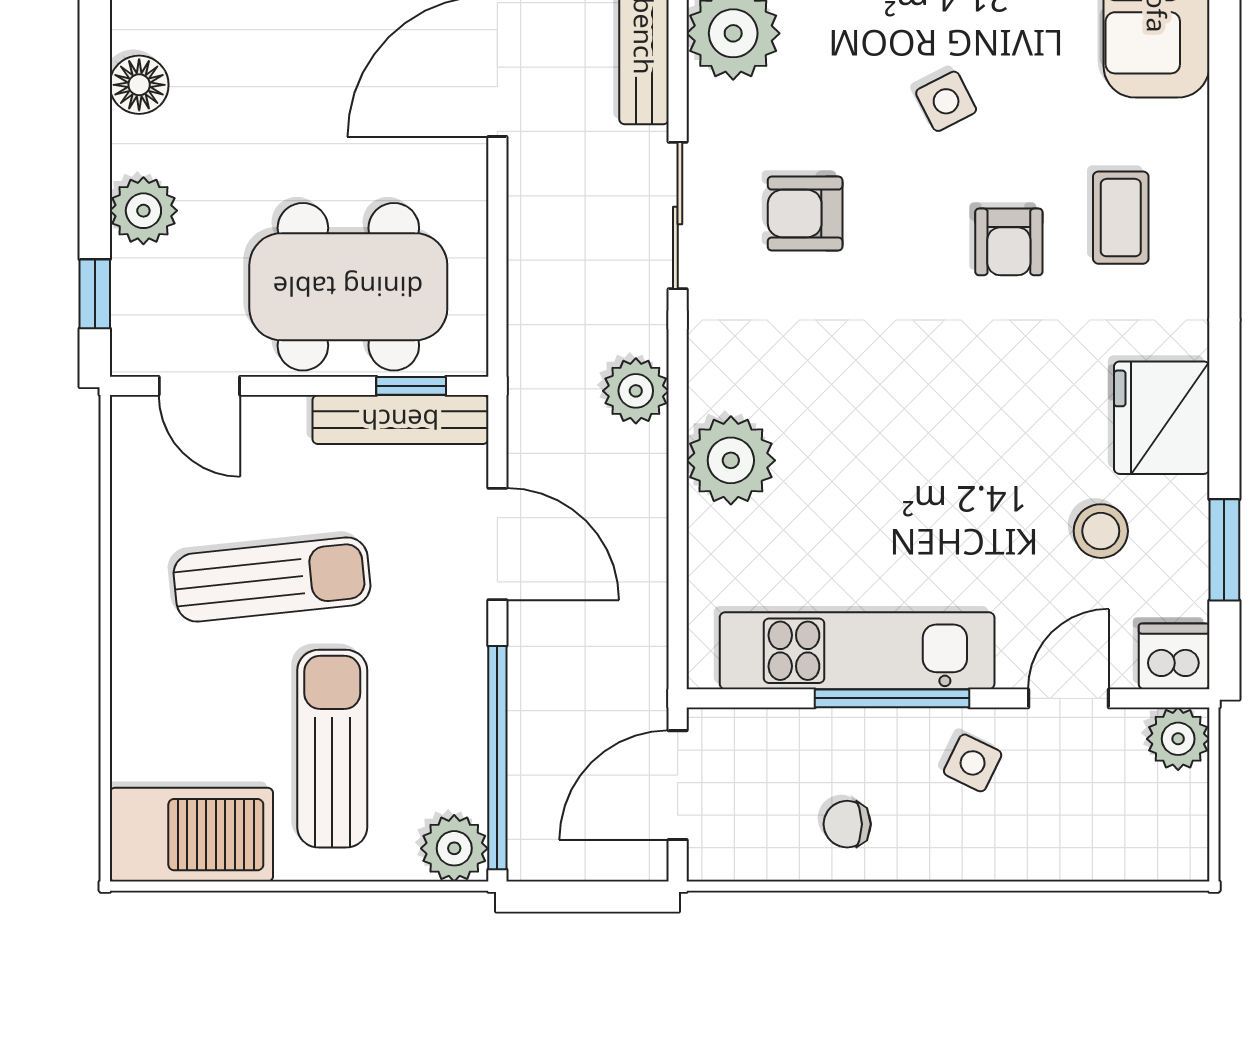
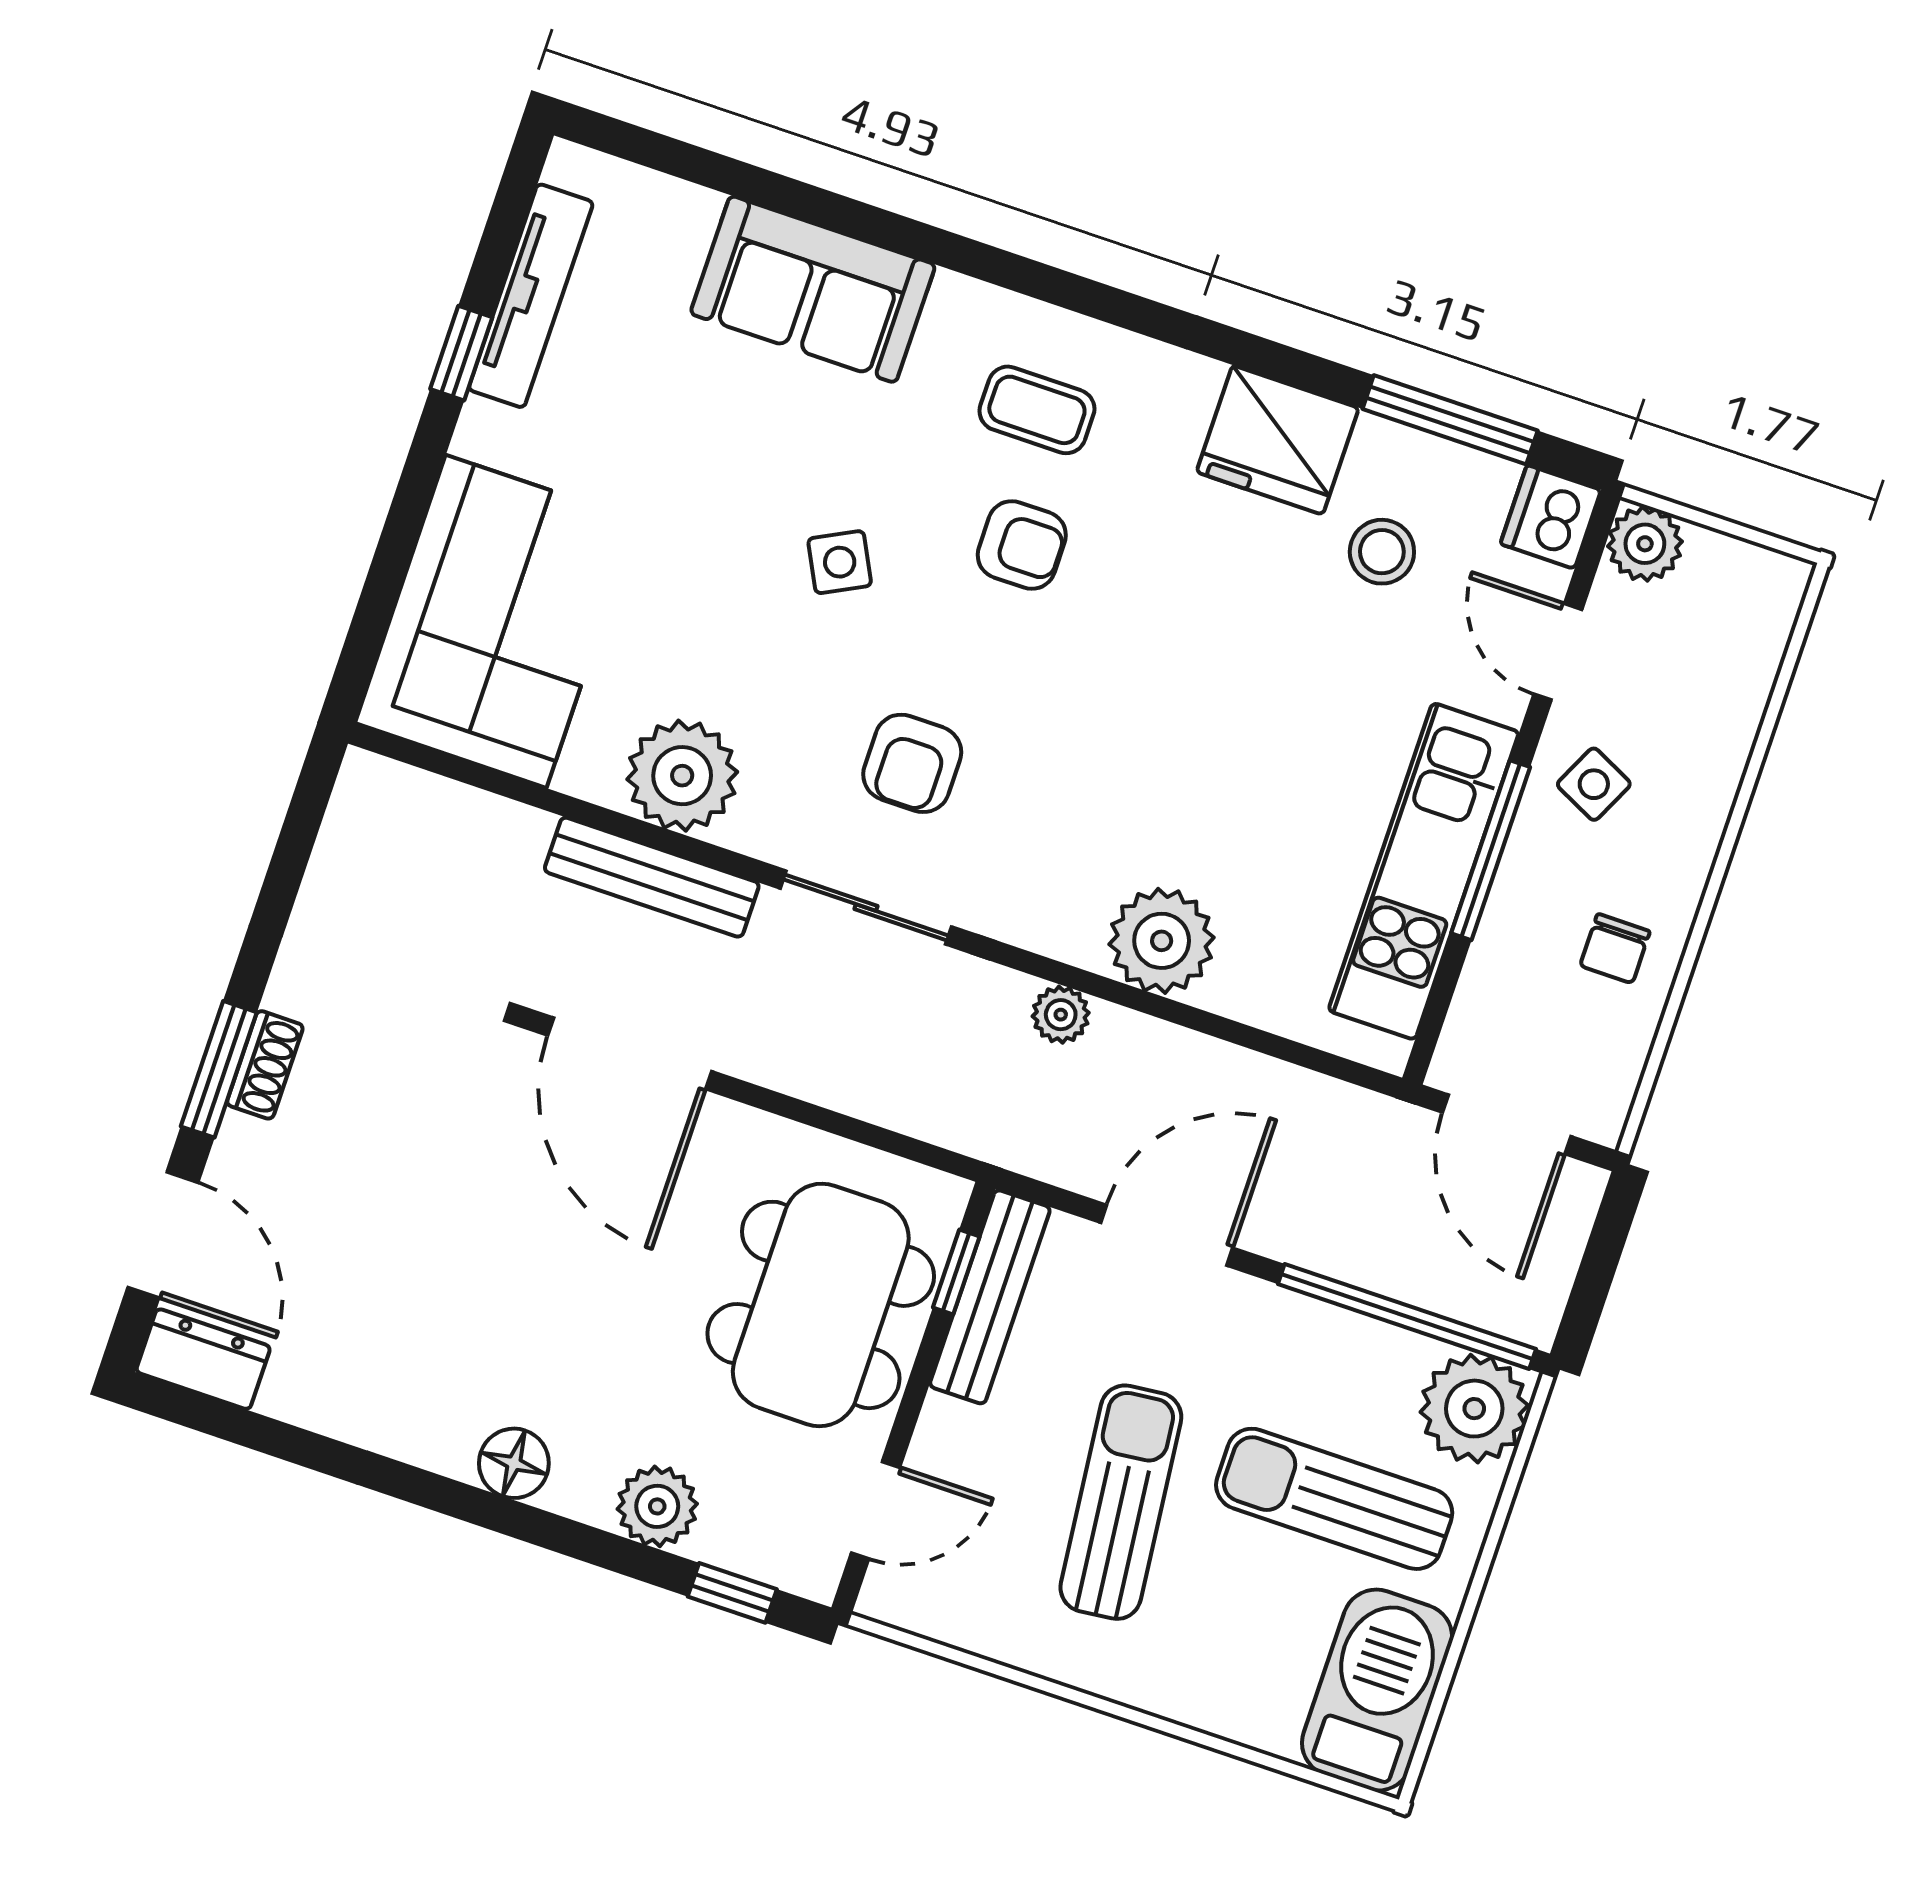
plant: (636, 391) -> (1061, 1015), width x0.73, depth x0.73
window: (1224, 550) -> (1450, 420), width x1.44
plant: (454, 848) -> (1474, 1409), width x1.36, depth x1.36

